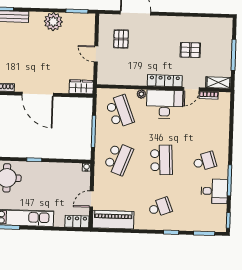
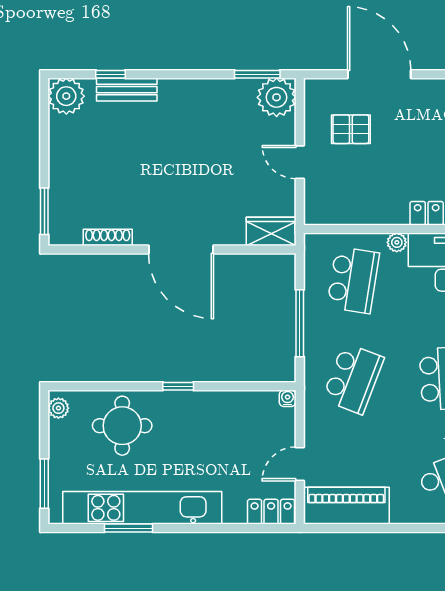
plant: (53, 22) -> (277, 97), moved
pallet: (121, 39) -> (351, 129), turned 90
school desk: (120, 111) -> (353, 280), turned 30

